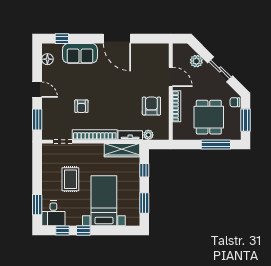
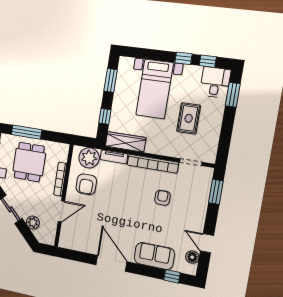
door: (171, 77) -> (61, 211), swing flipped
door: (37, 90) -> (207, 243), moved
plant: (148, 135) -> (89, 158), width x1.88, depth x1.88

